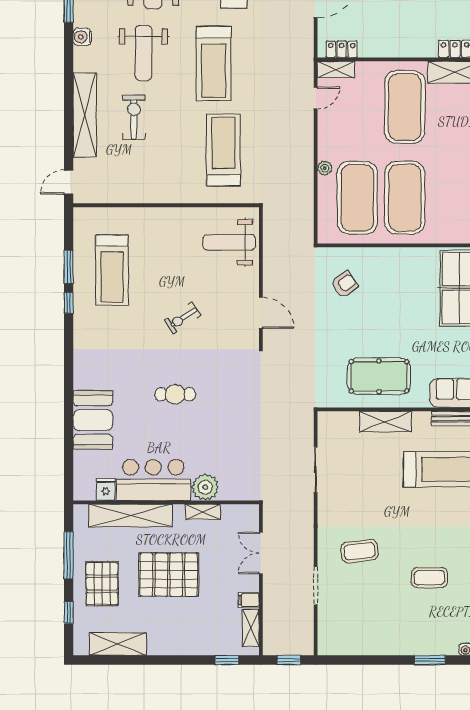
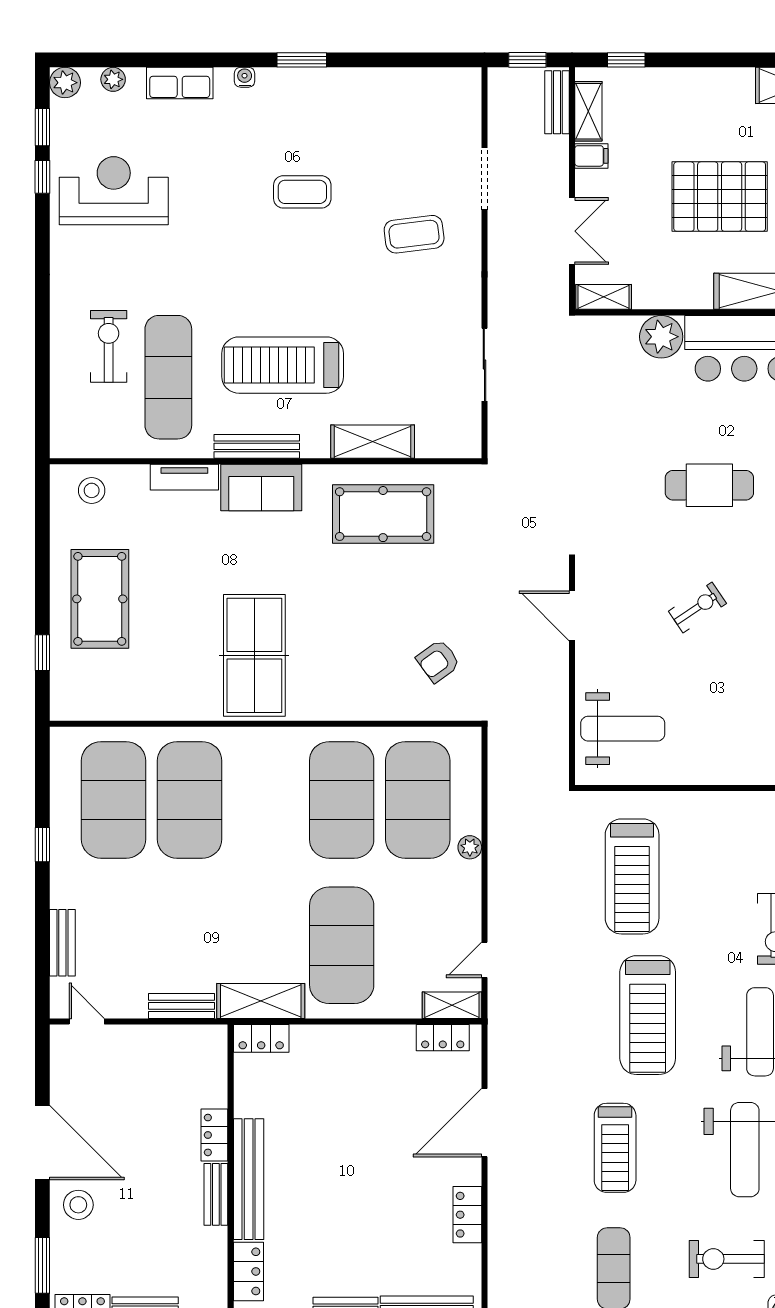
treadmill: (214, 63) -> (648, 1015), turned 180
cafe table: (175, 394) -> (709, 485), width x1.37, depth x1.35
shelving: (203, 512) -> (604, 297), moved
bench: (270, 634) -> (557, 102), added

